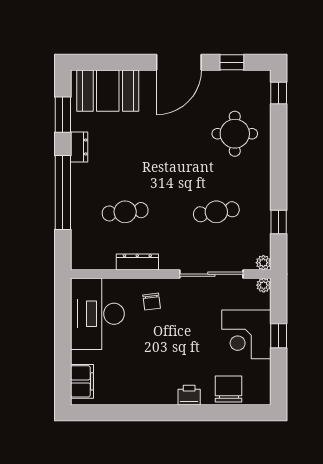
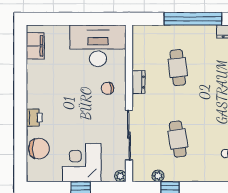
dresser: (137, 262) -> (138, 82), width x0.70
plant: (263, 263) -> (158, 176), moved
filing cabinet: (82, 381) -> (35, 46), moved, turned -90

